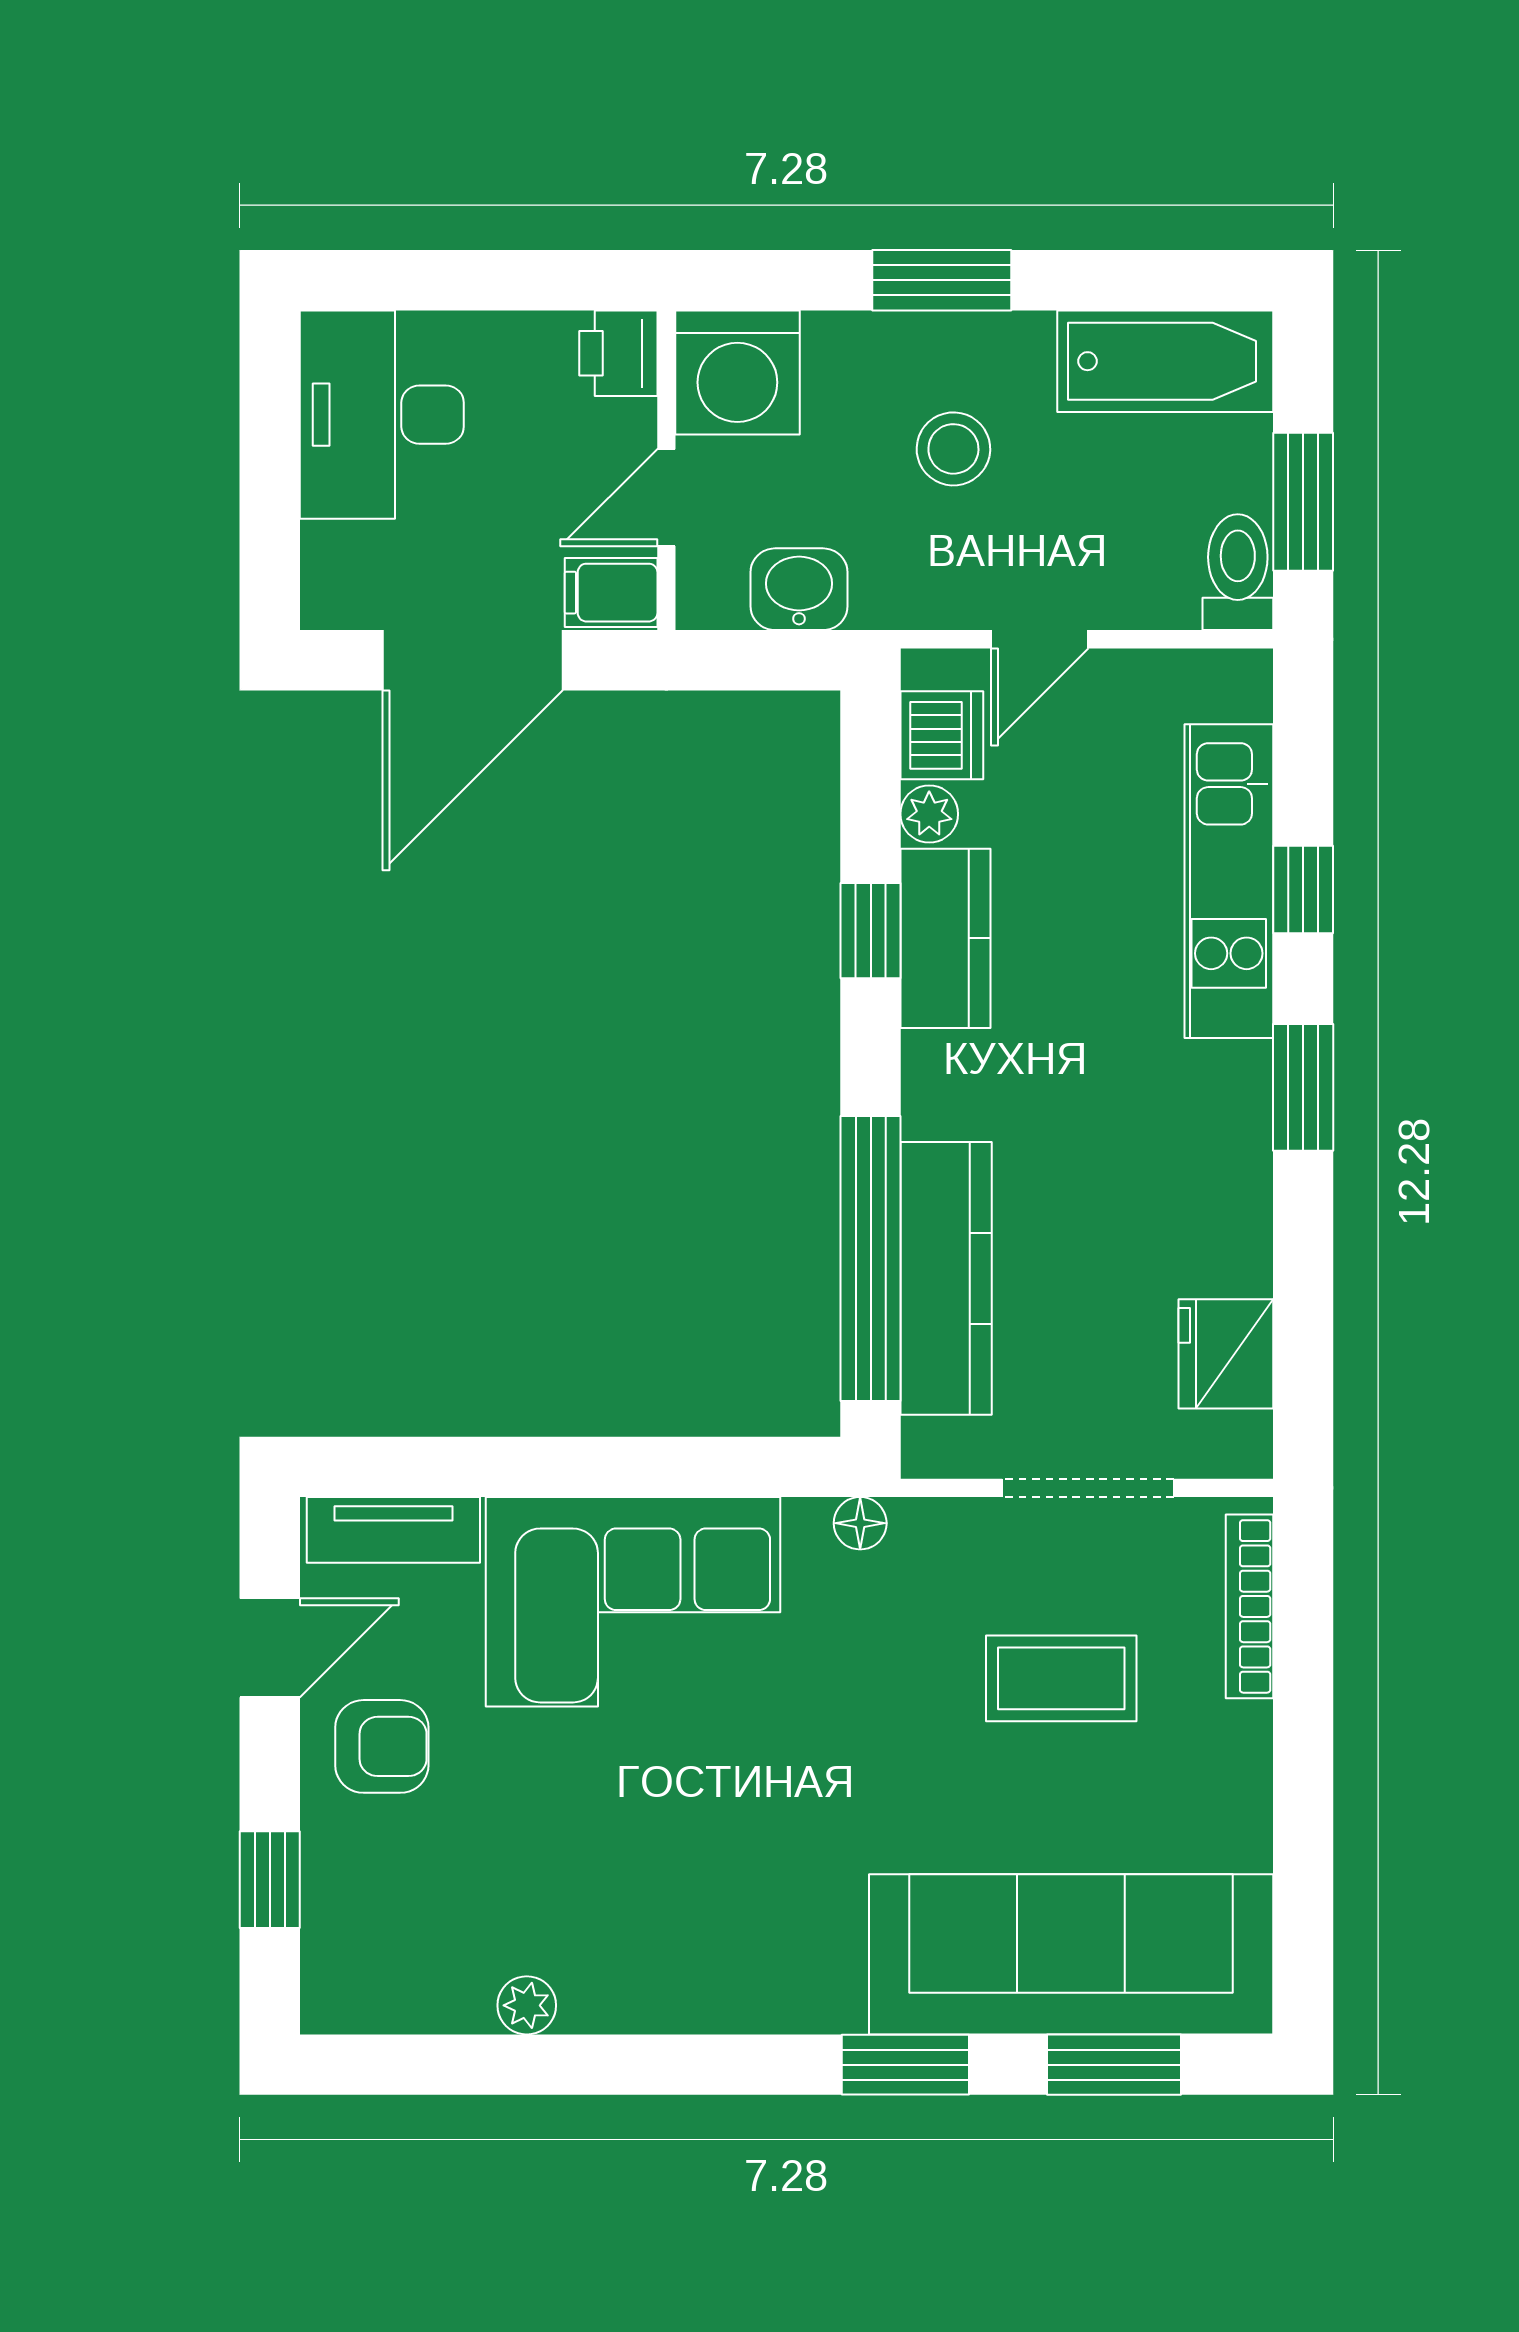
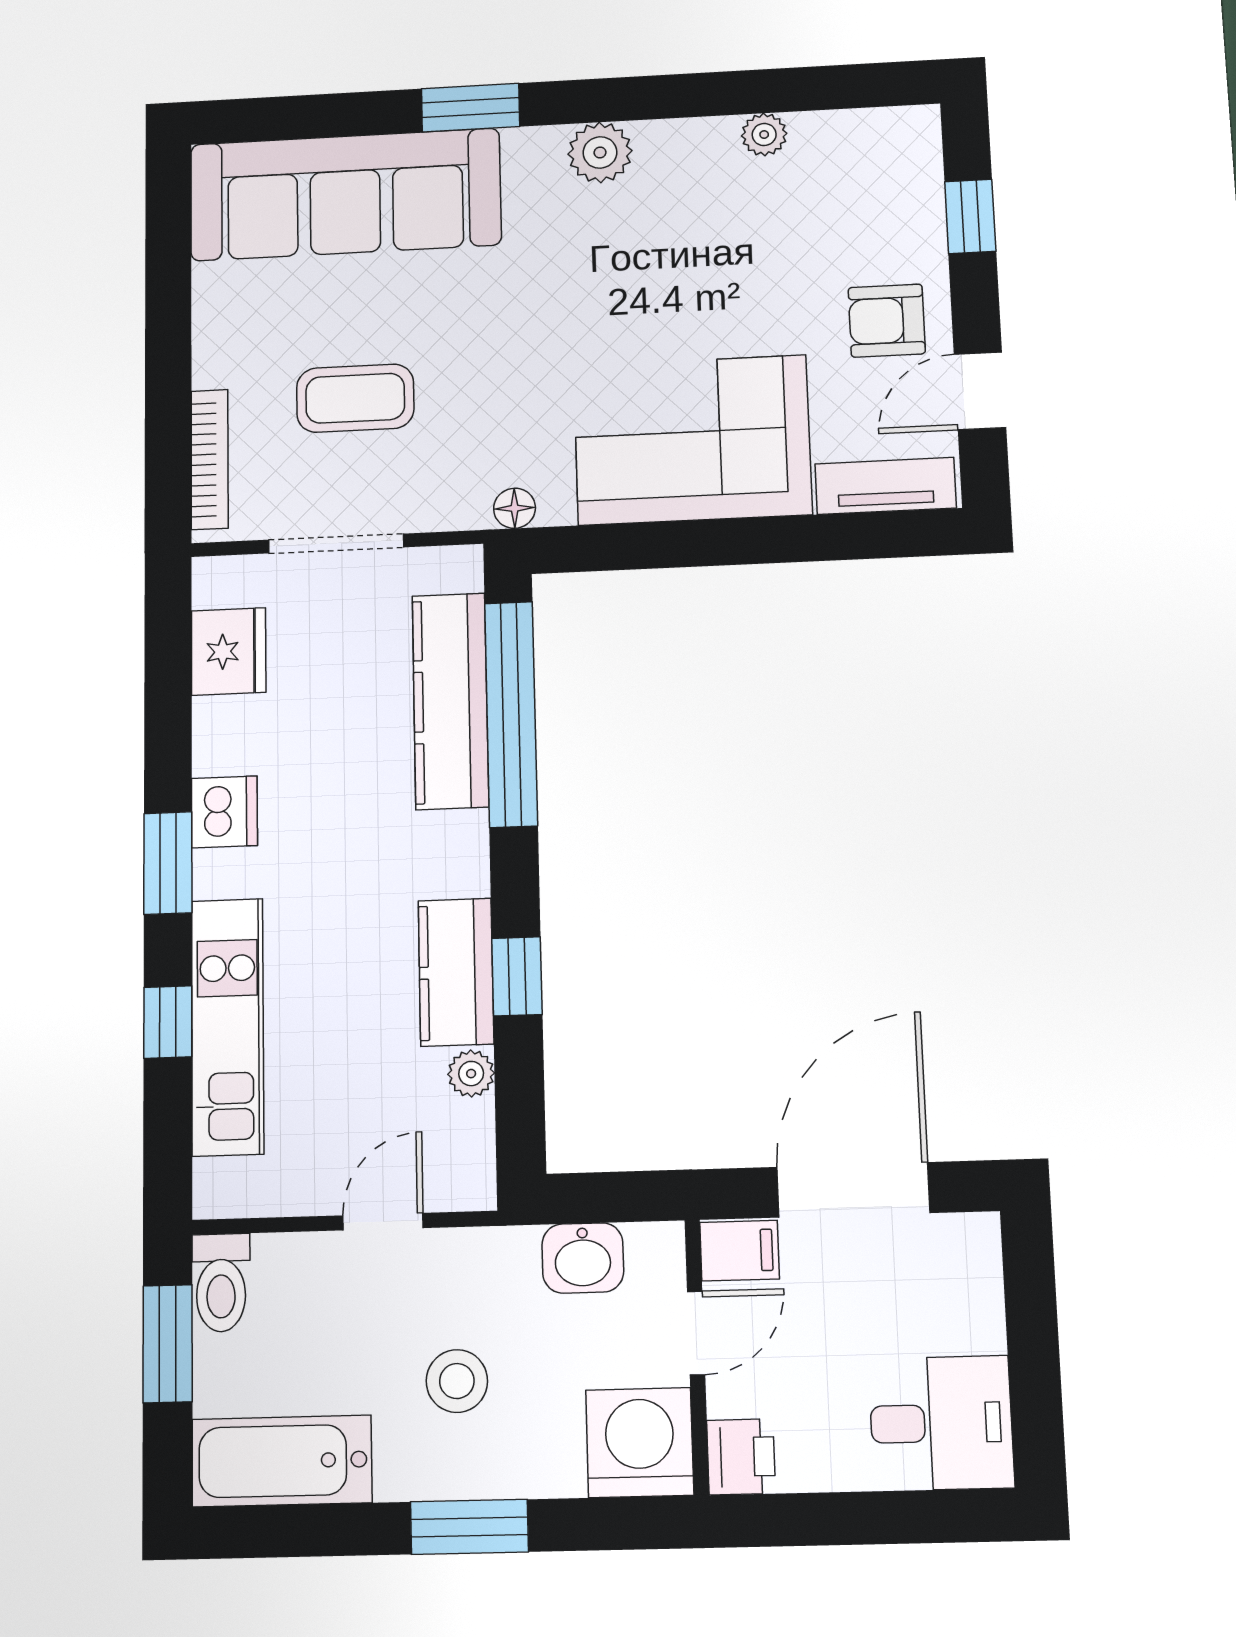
desk: (382, 415) -> (941, 1423), width x0.73
dishwasher: (942, 735) -> (224, 812), moved, turned 180
plant: (739, 1993) -> (600, 152), added
window: (1114, 2065) -> (312, 116), removed

